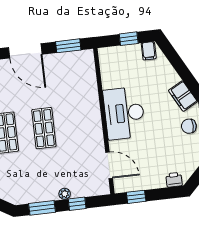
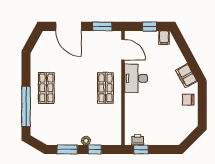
desk: (124, 113) -> (136, 78), width x0.73, depth x0.77
shop shelf: (44, 128) -> (105, 88), moved
door: (109, 165) -> (123, 50), moved
printer: (174, 180) -> (138, 140), moved

